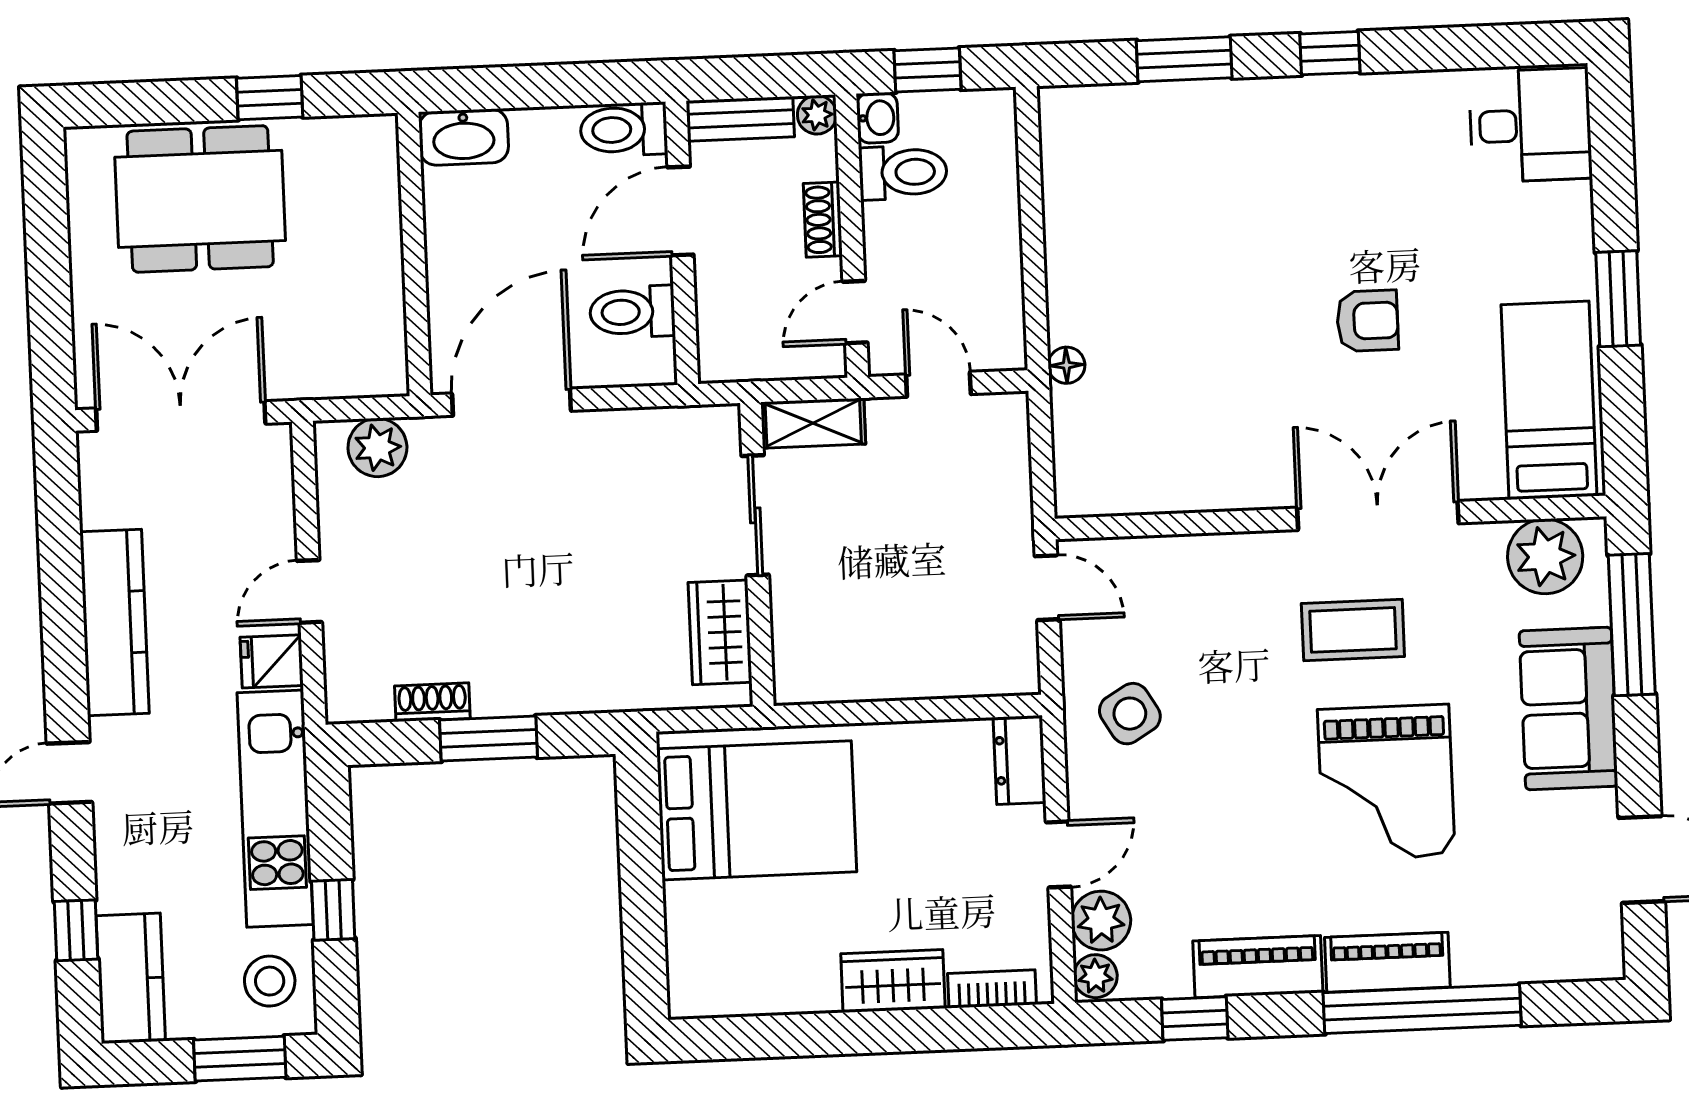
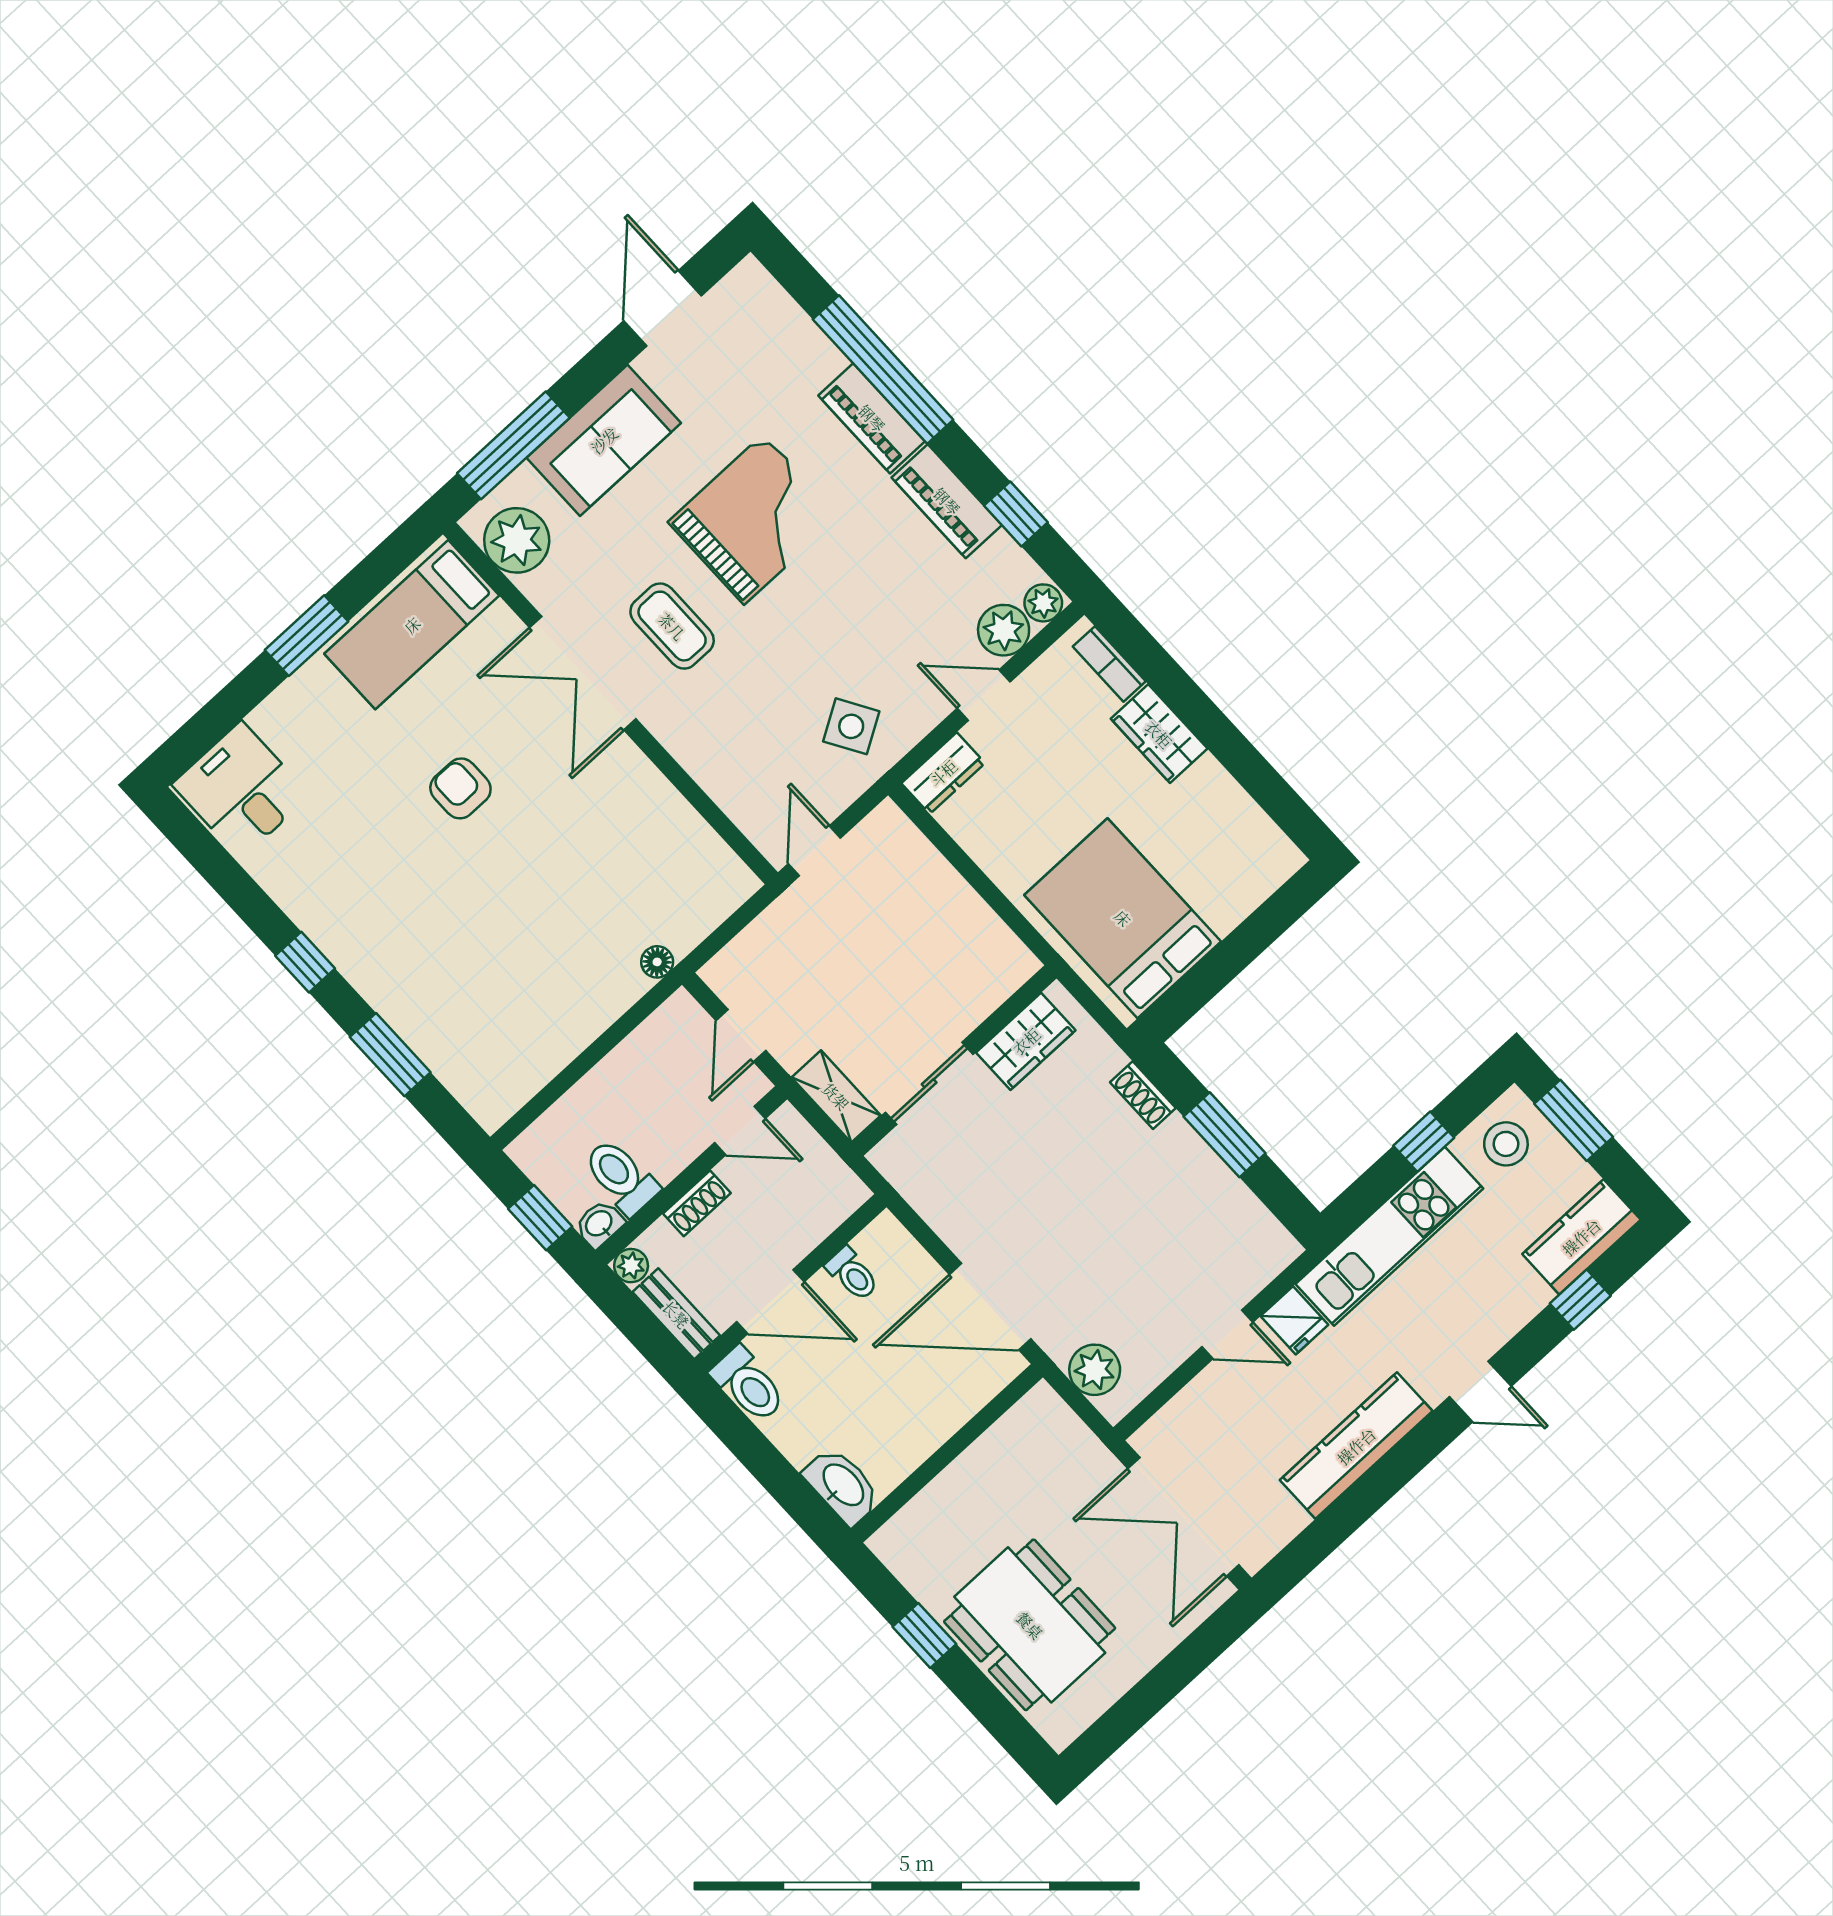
toilet: (632, 312) -> (852, 1274), width x0.73, depth x0.72
shoe rack: (432, 702) -> (1143, 1095), moved

